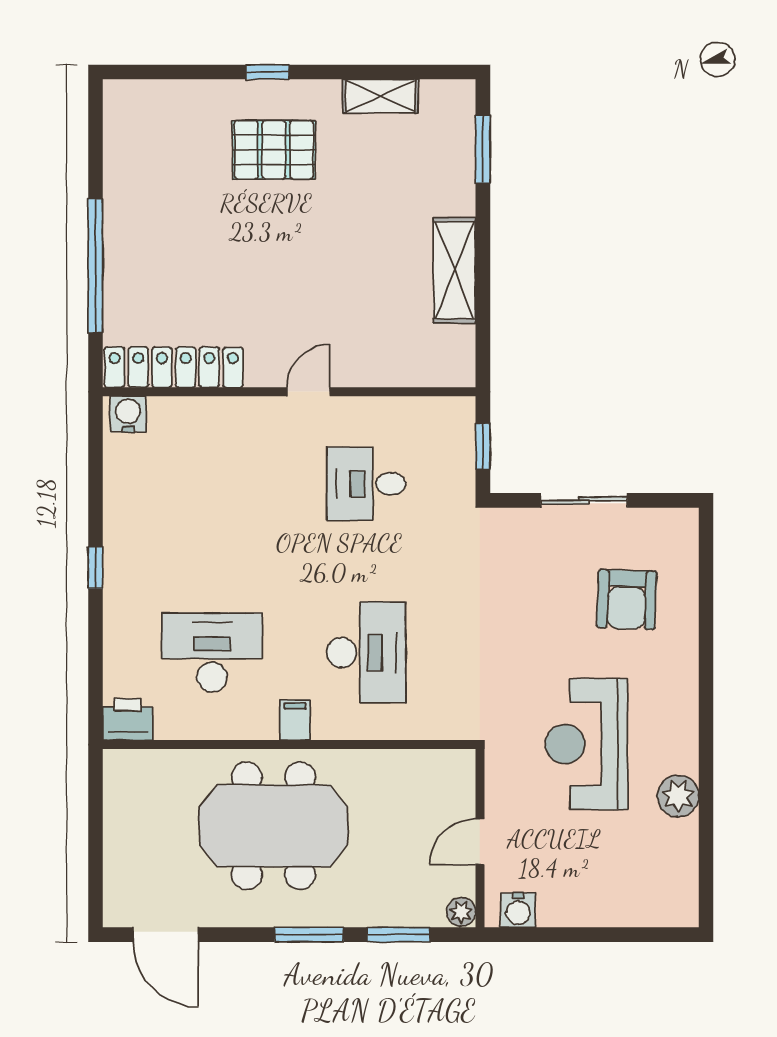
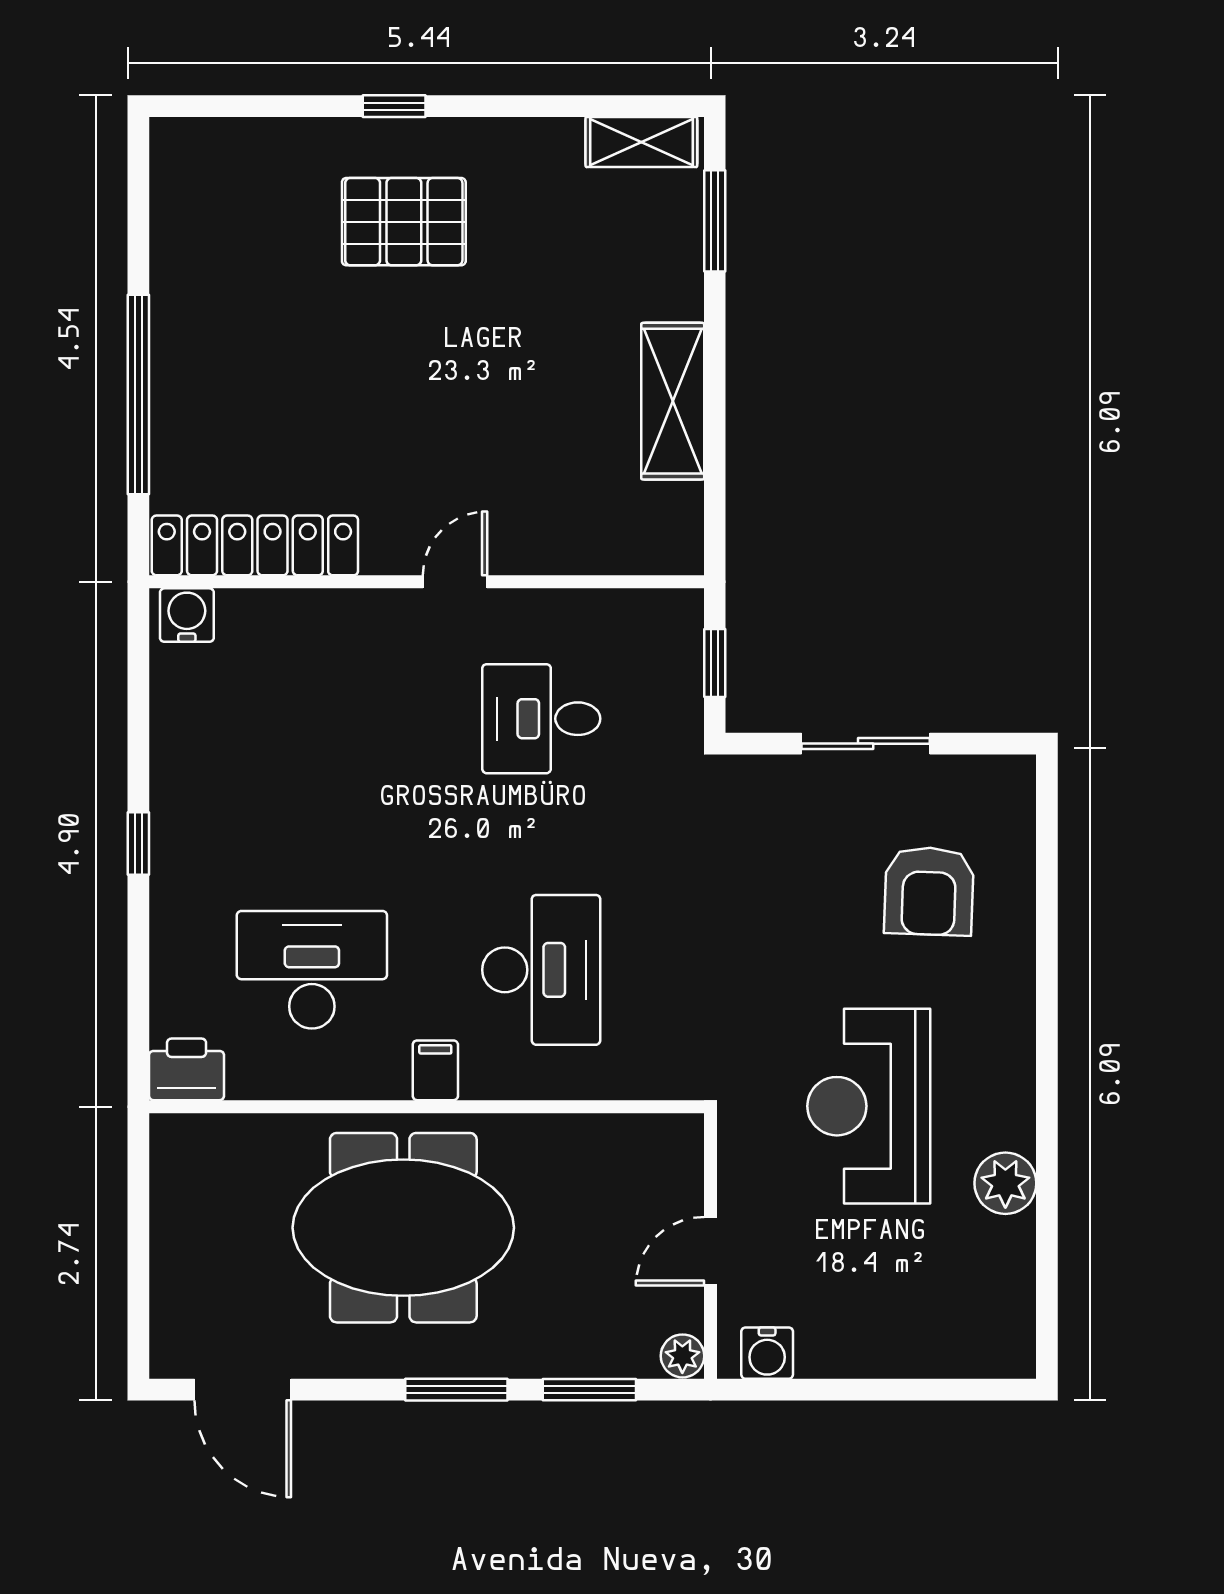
shelving: (380, 96) -> (641, 142), moved

